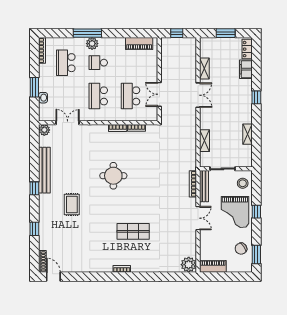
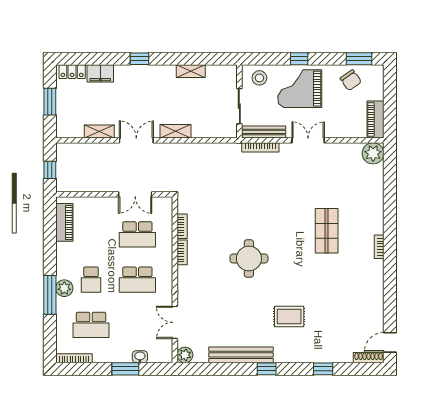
shelving: (204, 141) -> (176, 131), moved
grand piano: (235, 212) -> (300, 89), turned 180

